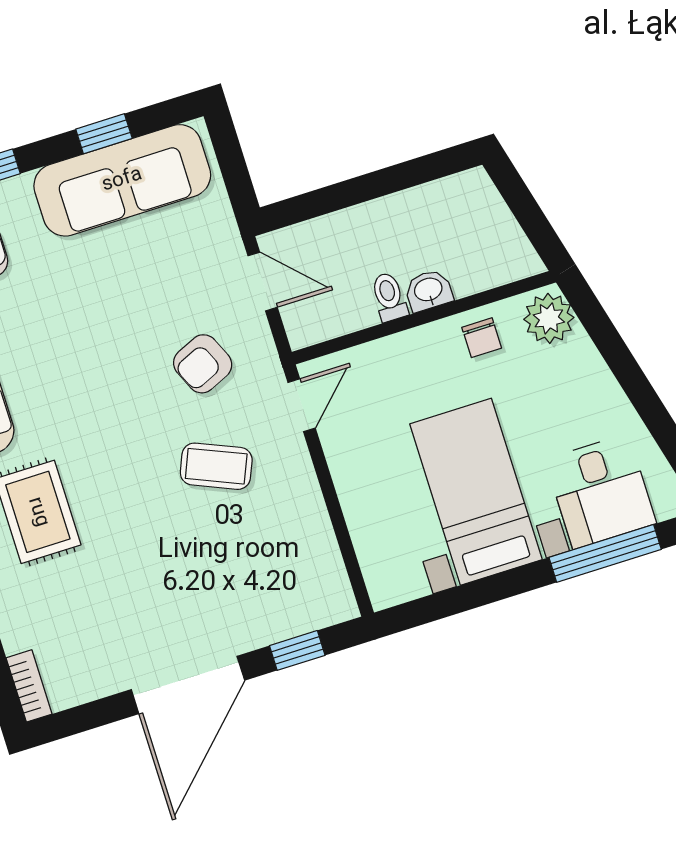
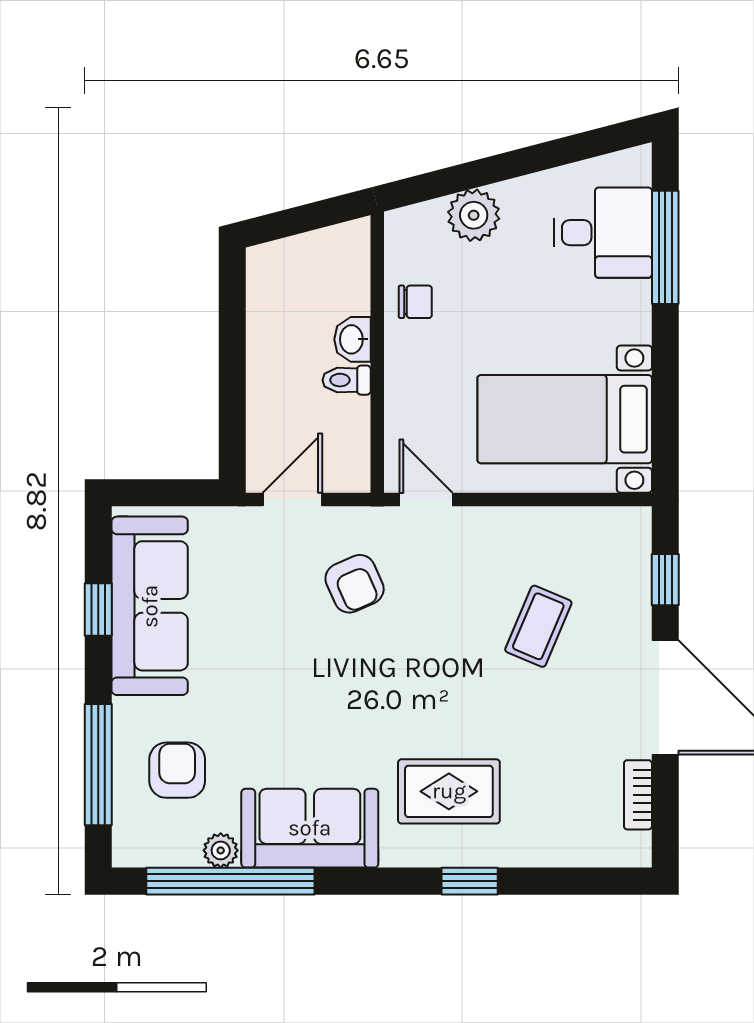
plant: (549, 318) -> (474, 215), moved
coffee table: (216, 466) -> (538, 626), moved
bed with nightstands: (476, 492) -> (565, 419), moved
bookcase: (29, 686) -> (638, 795), moved, turned -90

